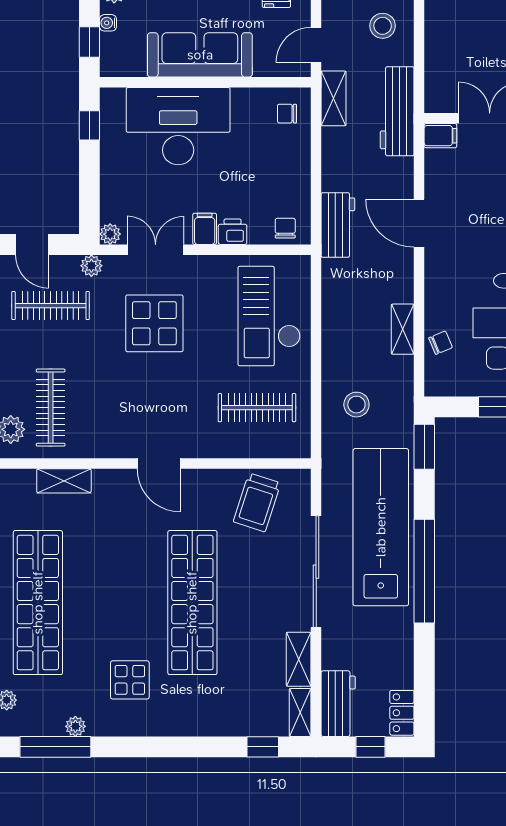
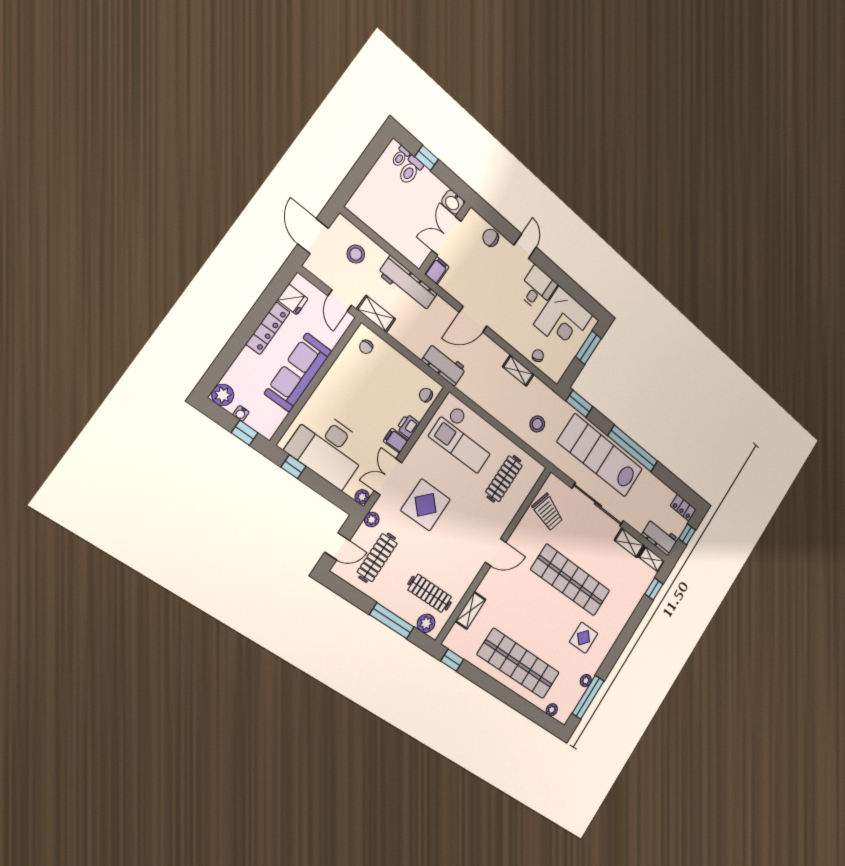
desk: (178, 126) -> (328, 448), moved, turned -90

